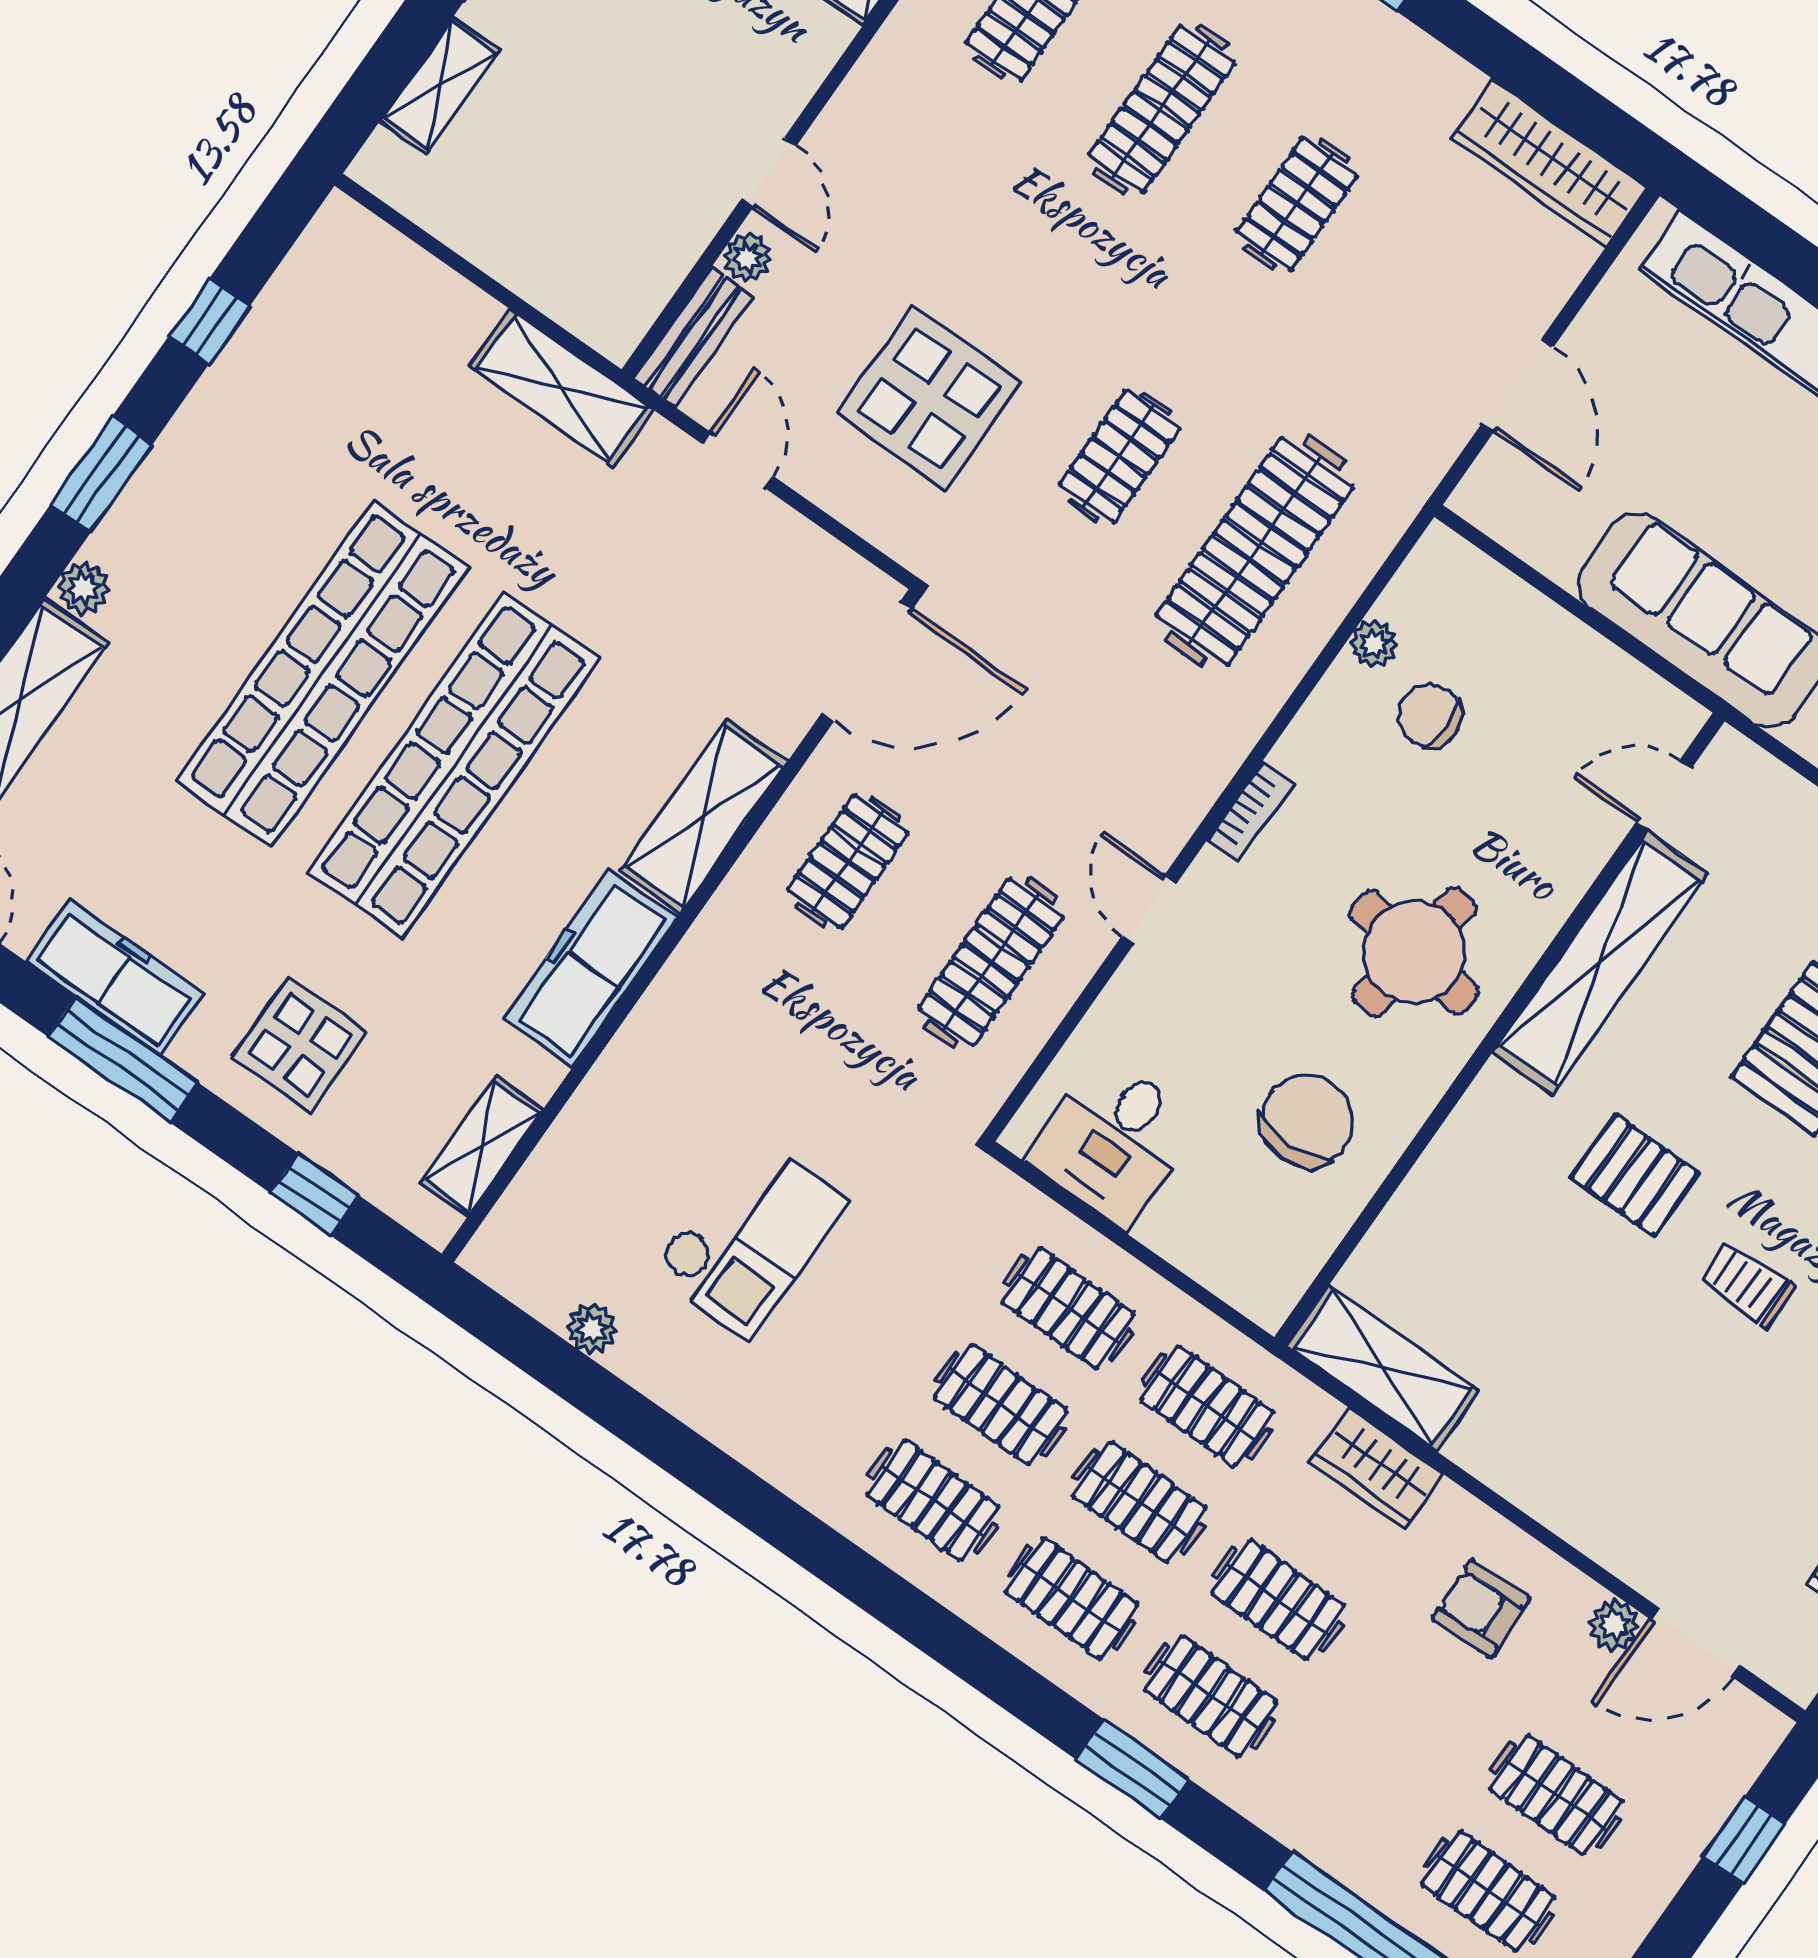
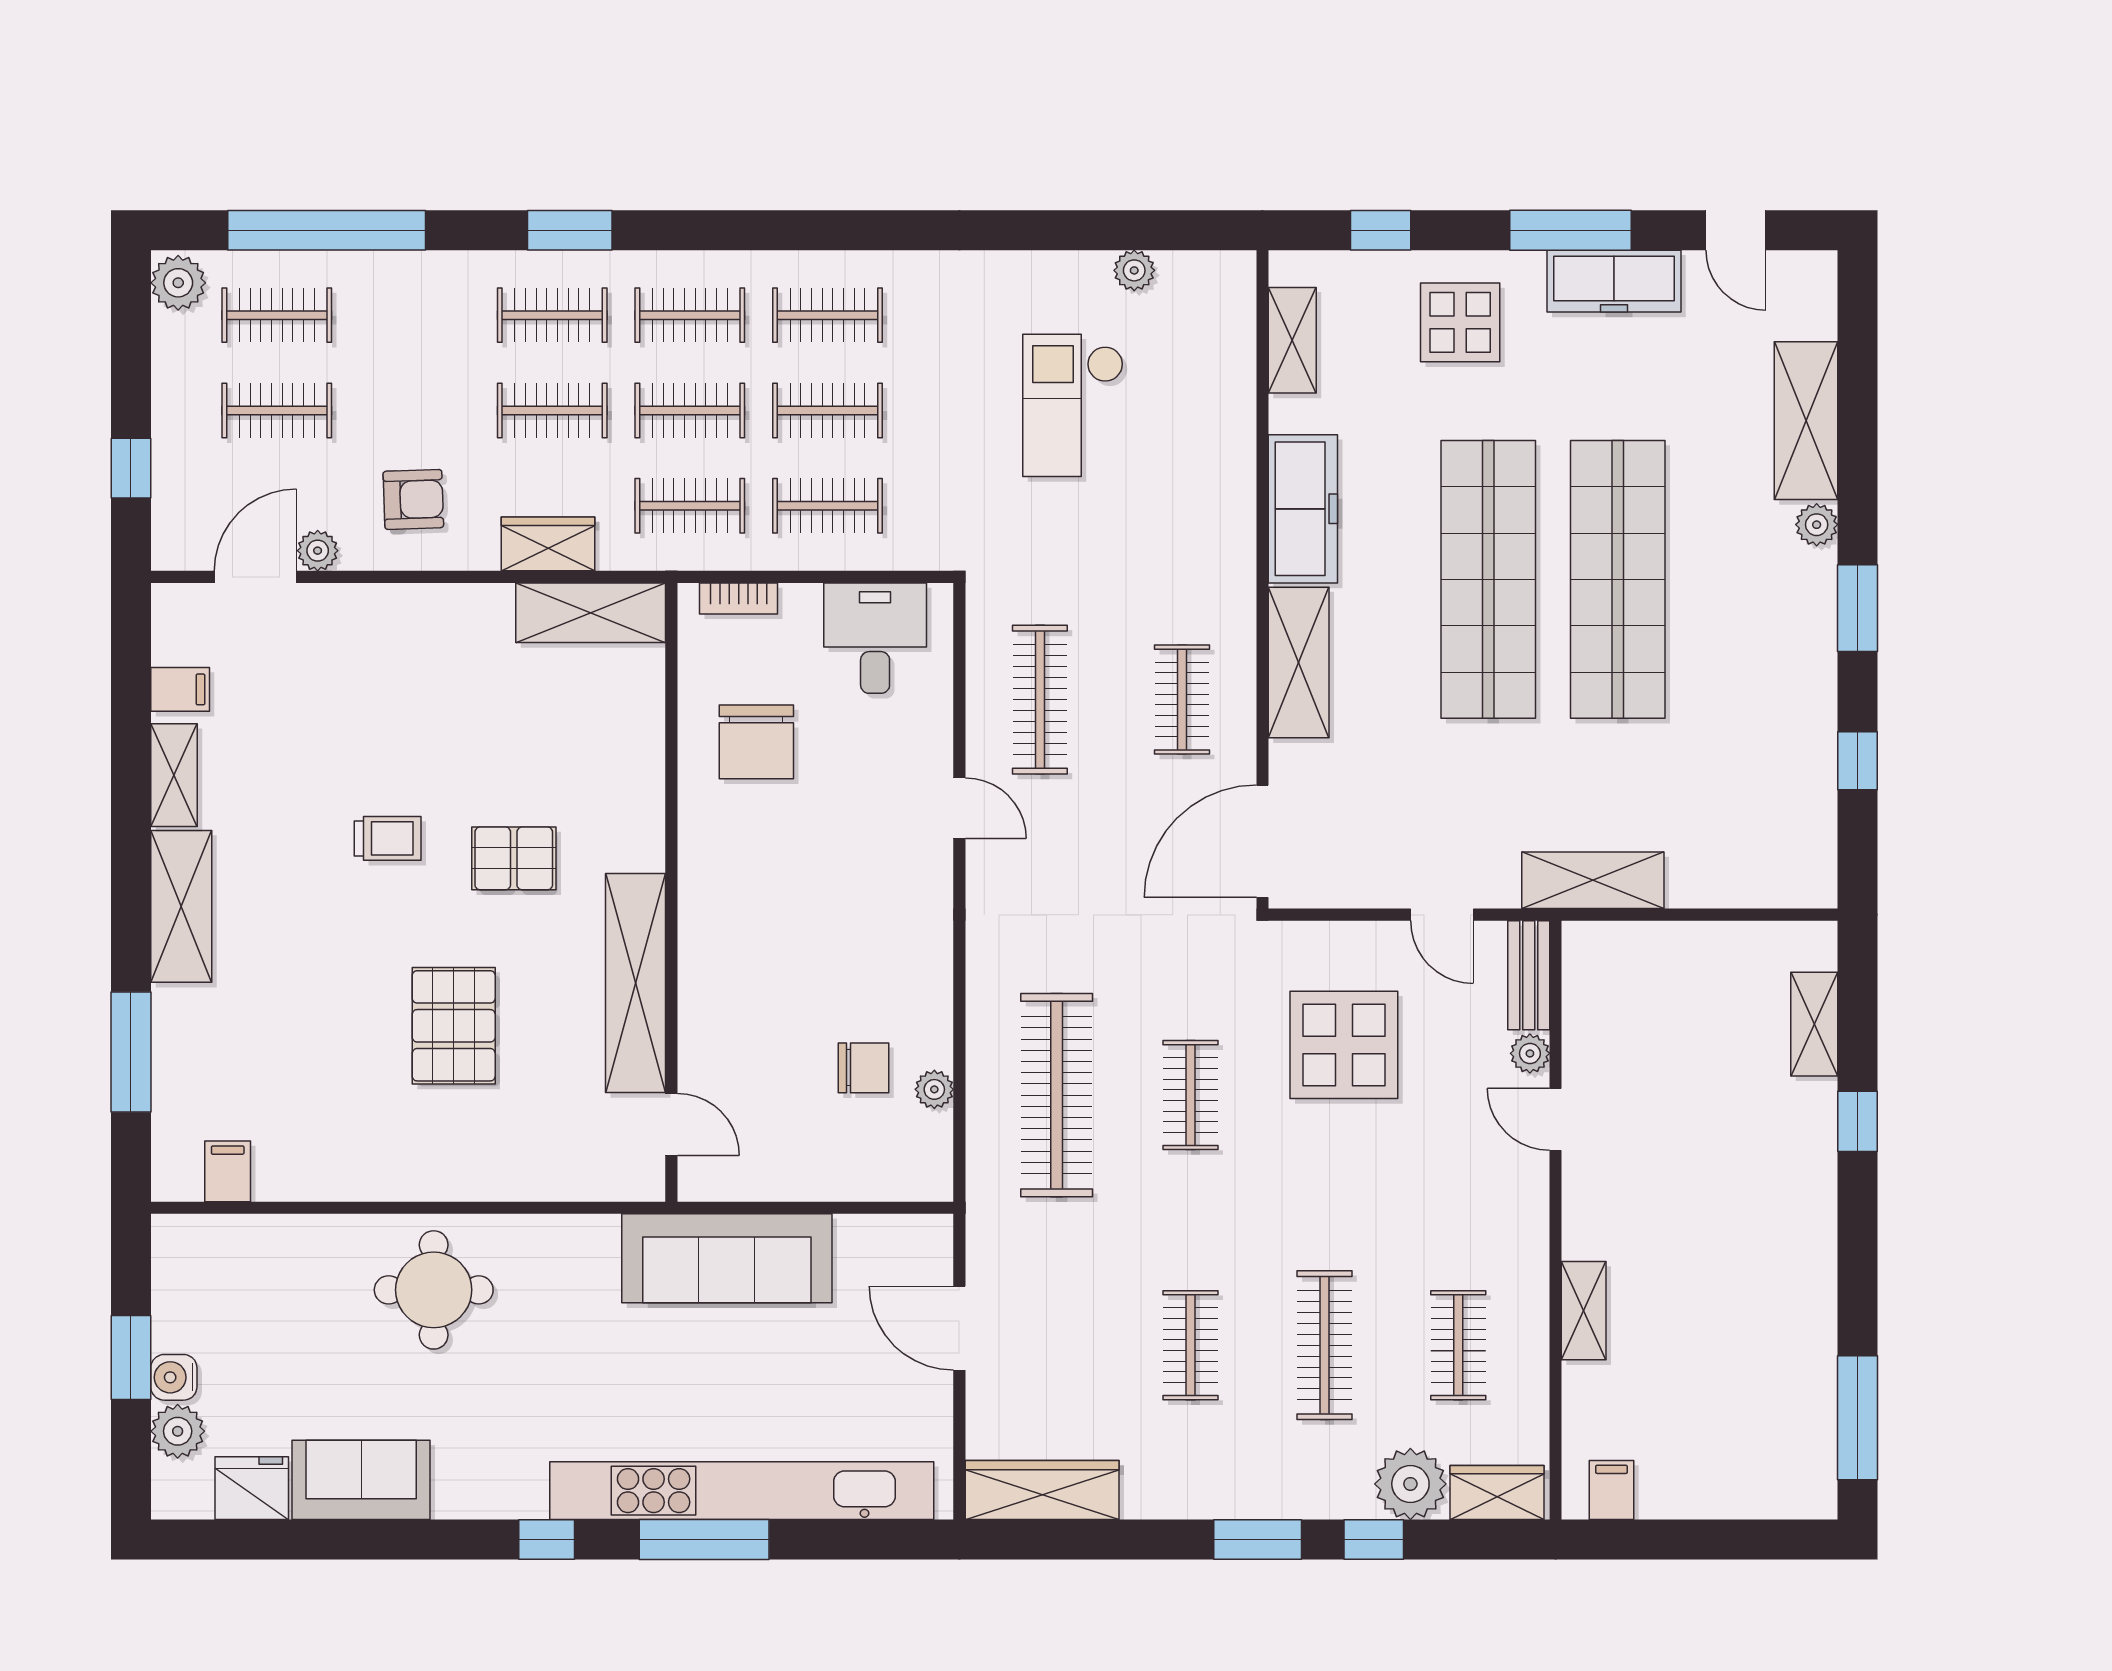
door: (1664, 795) -> (671, 1124), hinge flipped
bookcase: (1251, 811) -> (739, 598), moved, turned -90
round table: (1414, 952) -> (764, 904), removed

